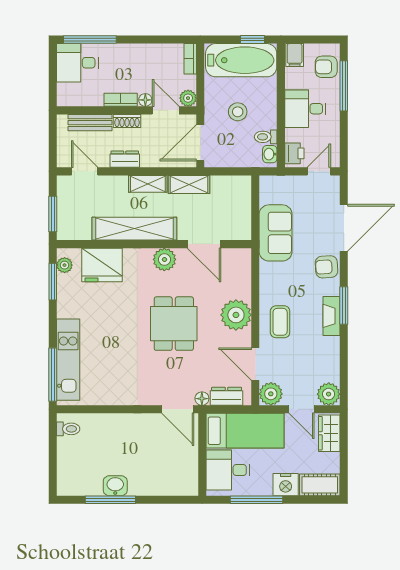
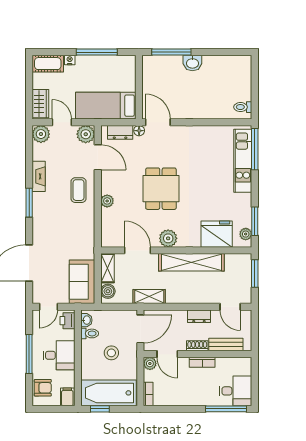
window: (344, 86) -> (29, 354), moved
floor lamp: (145, 100) -> (183, 362), removed
shelving: (148, 184) -> (107, 268), moved, turned 90
boiler: (242, 191) -> (108, 291), added
sofa: (276, 233) -> (82, 282), moved
armchair: (327, 267) -> (43, 233), removed
plant: (236, 315) -> (107, 201), width x0.53, depth x0.53
fireplace: (332, 316) -> (39, 176), moved
desk: (228, 470) -> (119, 75), removed
nightstand: (286, 485) -> (70, 60), width x0.53, depth x0.56
washbasin: (115, 486) -> (192, 63), moved
window: (110, 500) -> (171, 52), moved

